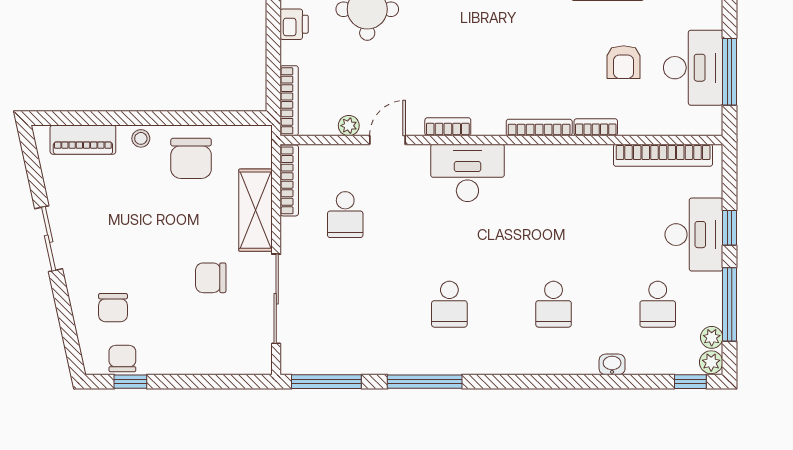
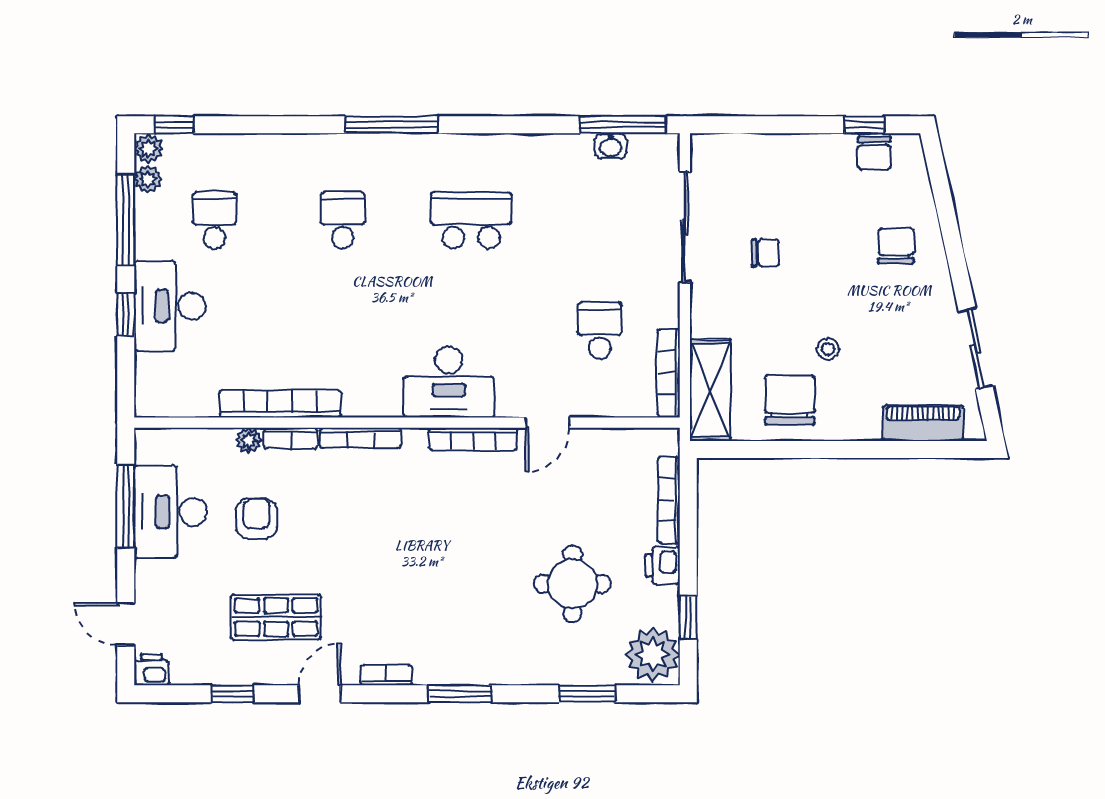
bookcase: (289, 101) -> (669, 500), moved
plant: (349, 126) -> (249, 440), moved
bookcase: (448, 127) -> (473, 439), width x1.56
stool: (141, 138) -> (828, 349), moved
bookcase: (663, 155) -> (280, 404), moved
shelving: (255, 210) -> (710, 390), moved
sliding door: (49, 239) -> (976, 349), moved
chair: (211, 278) -> (765, 253), width x0.73, depth x0.73
school desk: (449, 304) -> (471, 220), width x1.85
chair: (113, 308) -> (896, 246), moved
washbasin: (612, 364) -> (611, 146), moved
window: (425, 382) -> (391, 125), moved

